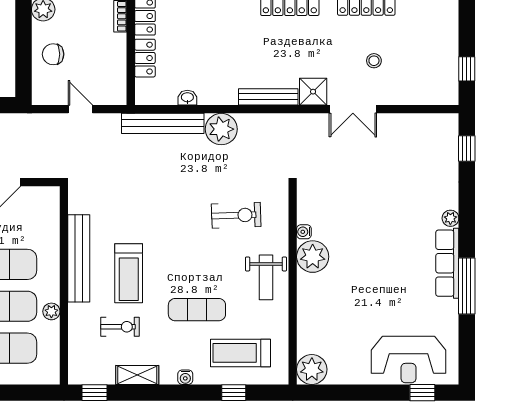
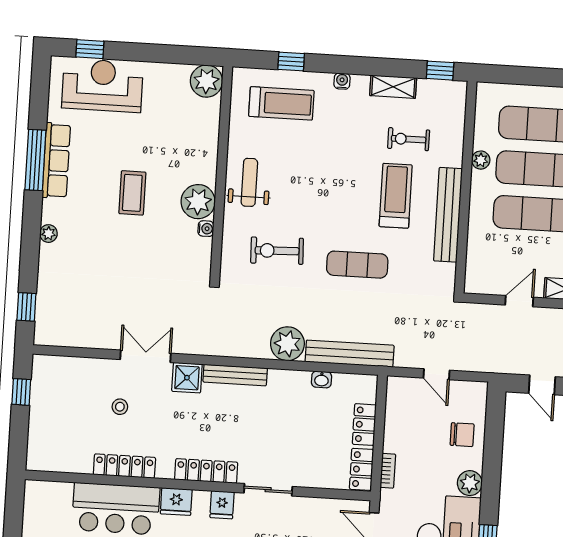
coffee table: (375, 261) -> (132, 193), added
row of seats: (447, 263) -> (56, 161), moved
exercise mat: (197, 310) -> (357, 265), moved

